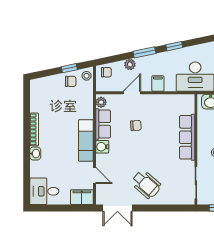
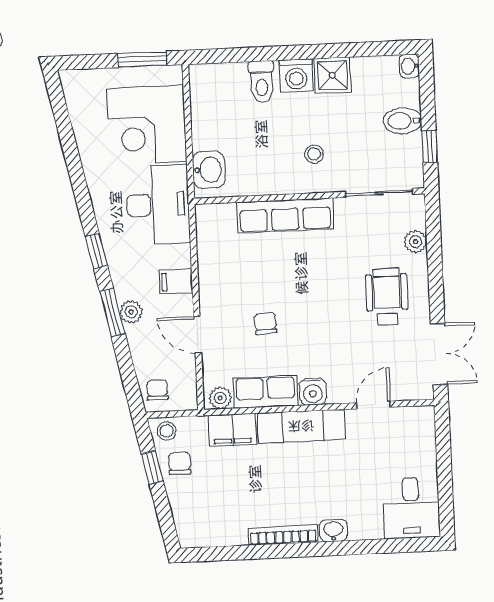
plant: (130, 64) -> (131, 312), moved
wheelchair: (146, 184) -> (387, 297), turned -41
filing cabinet: (82, 197) -> (232, 430), moved, turned -90
plant: (172, 199) -> (415, 242), added

